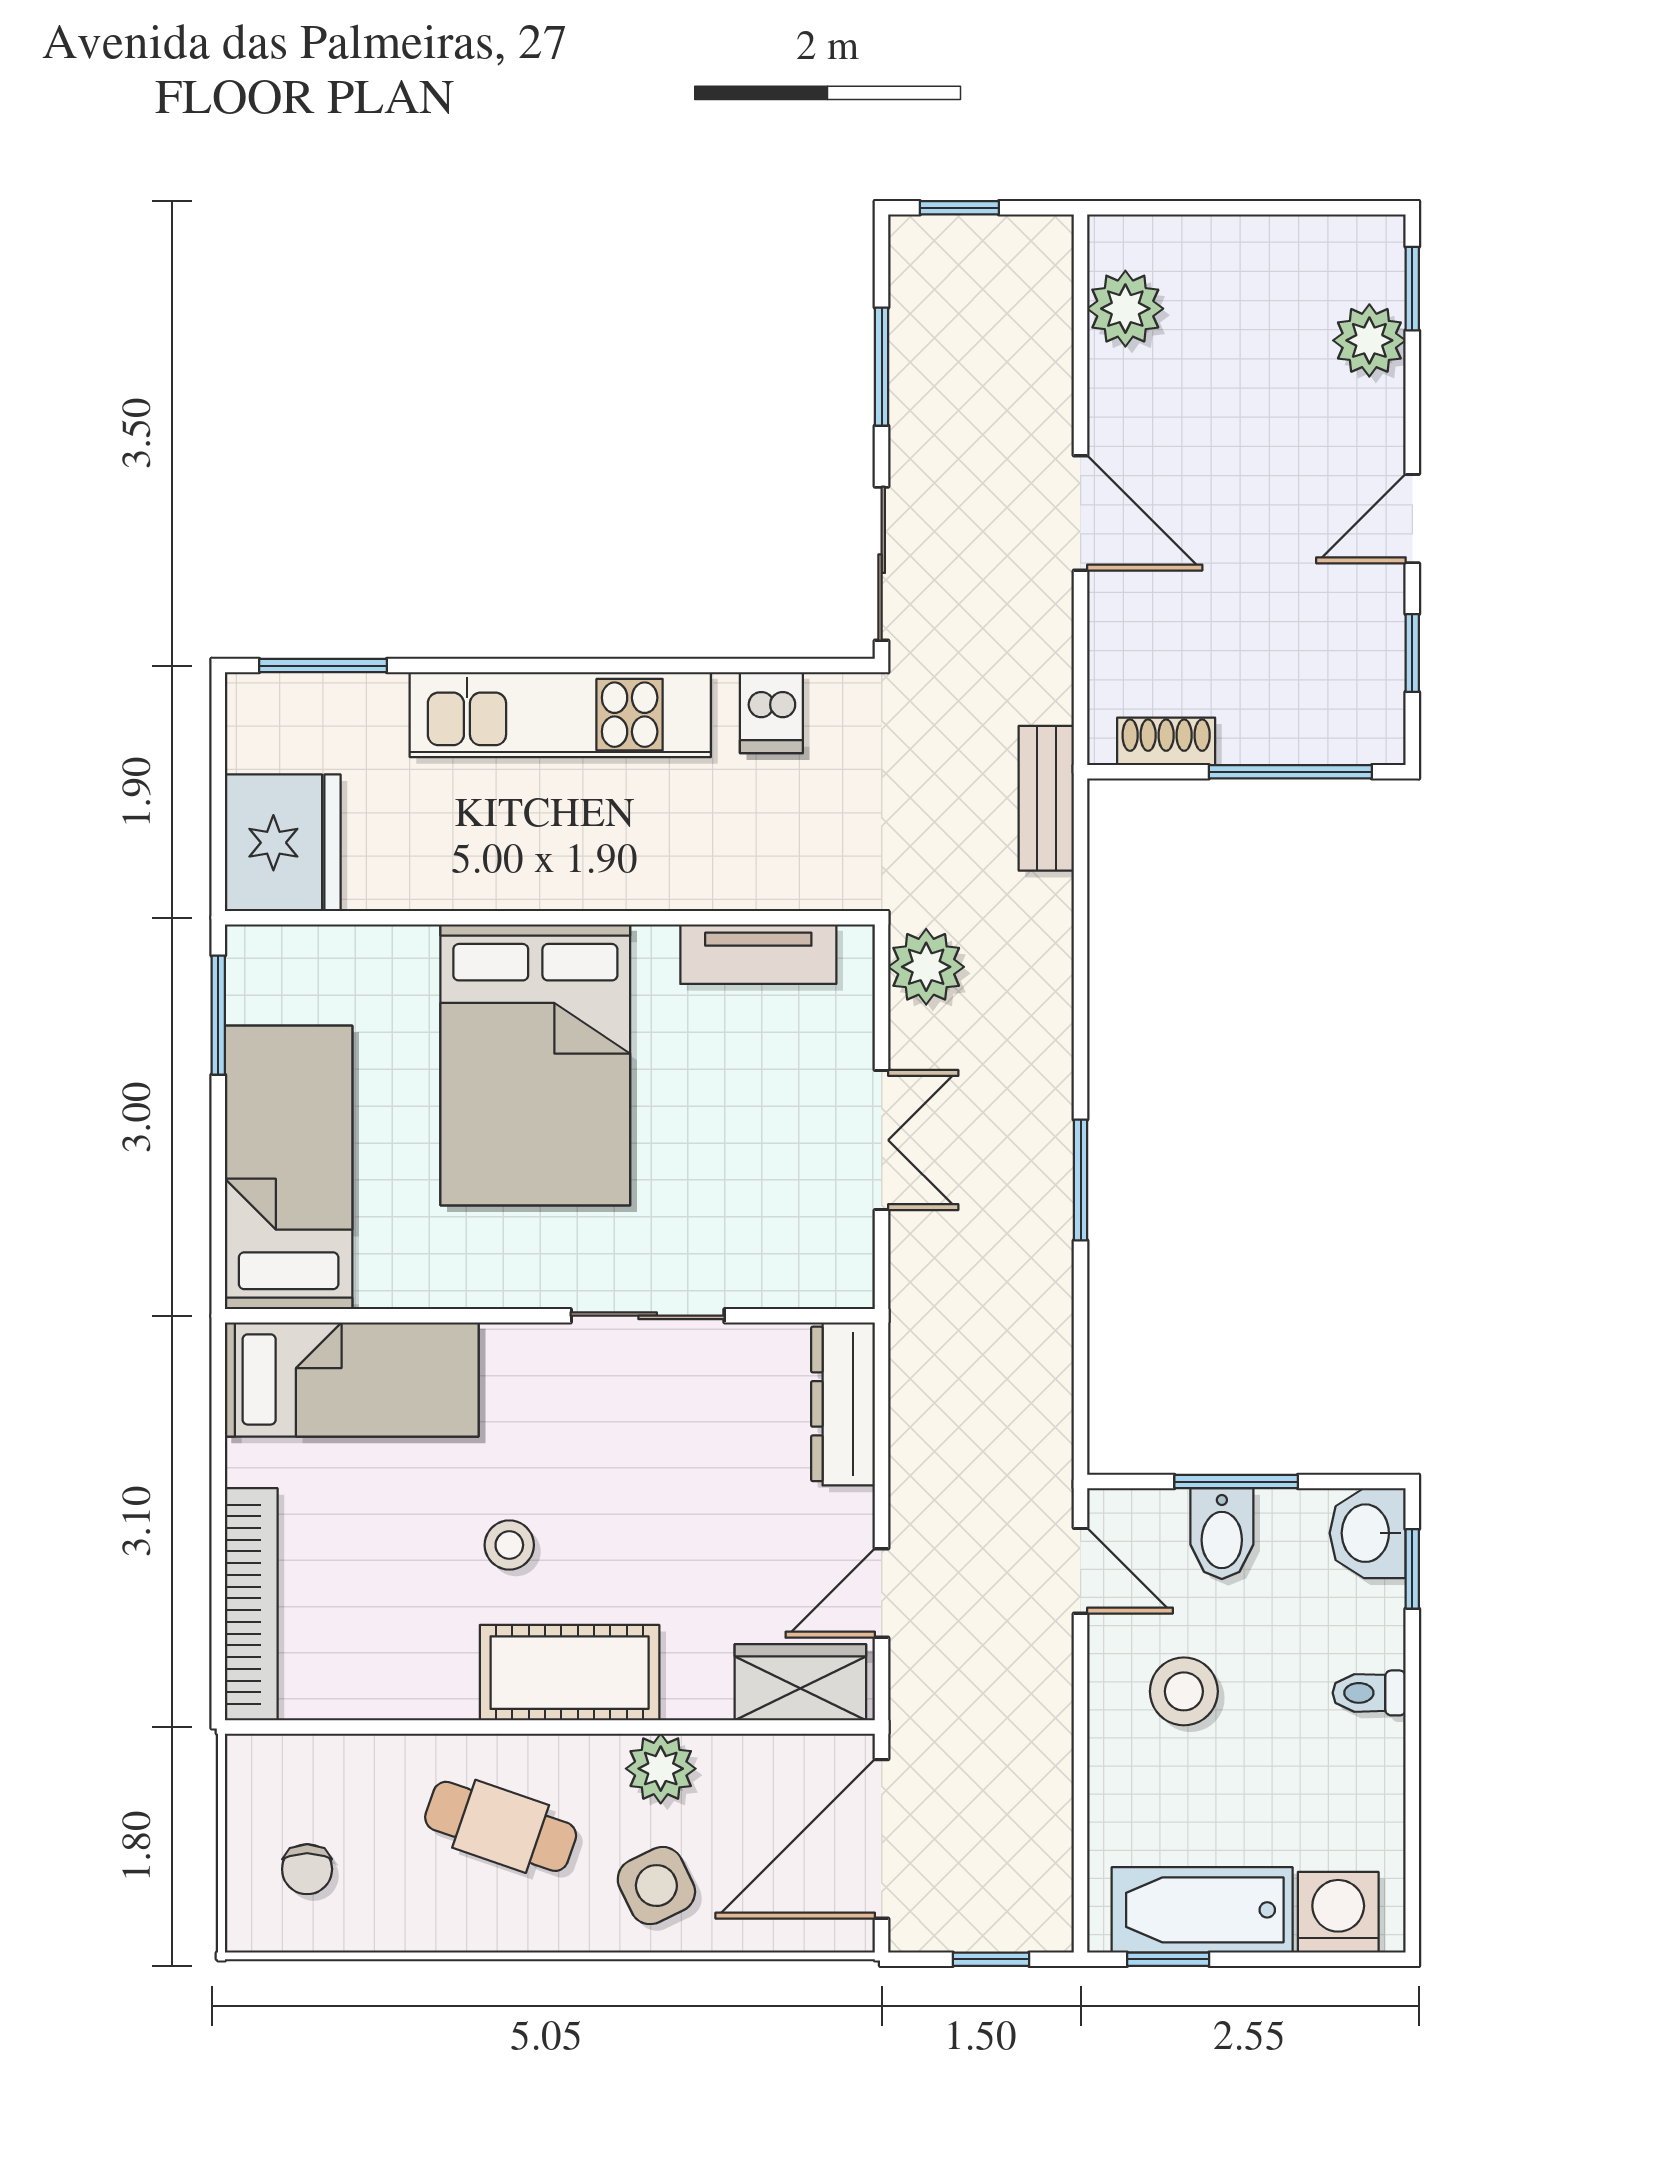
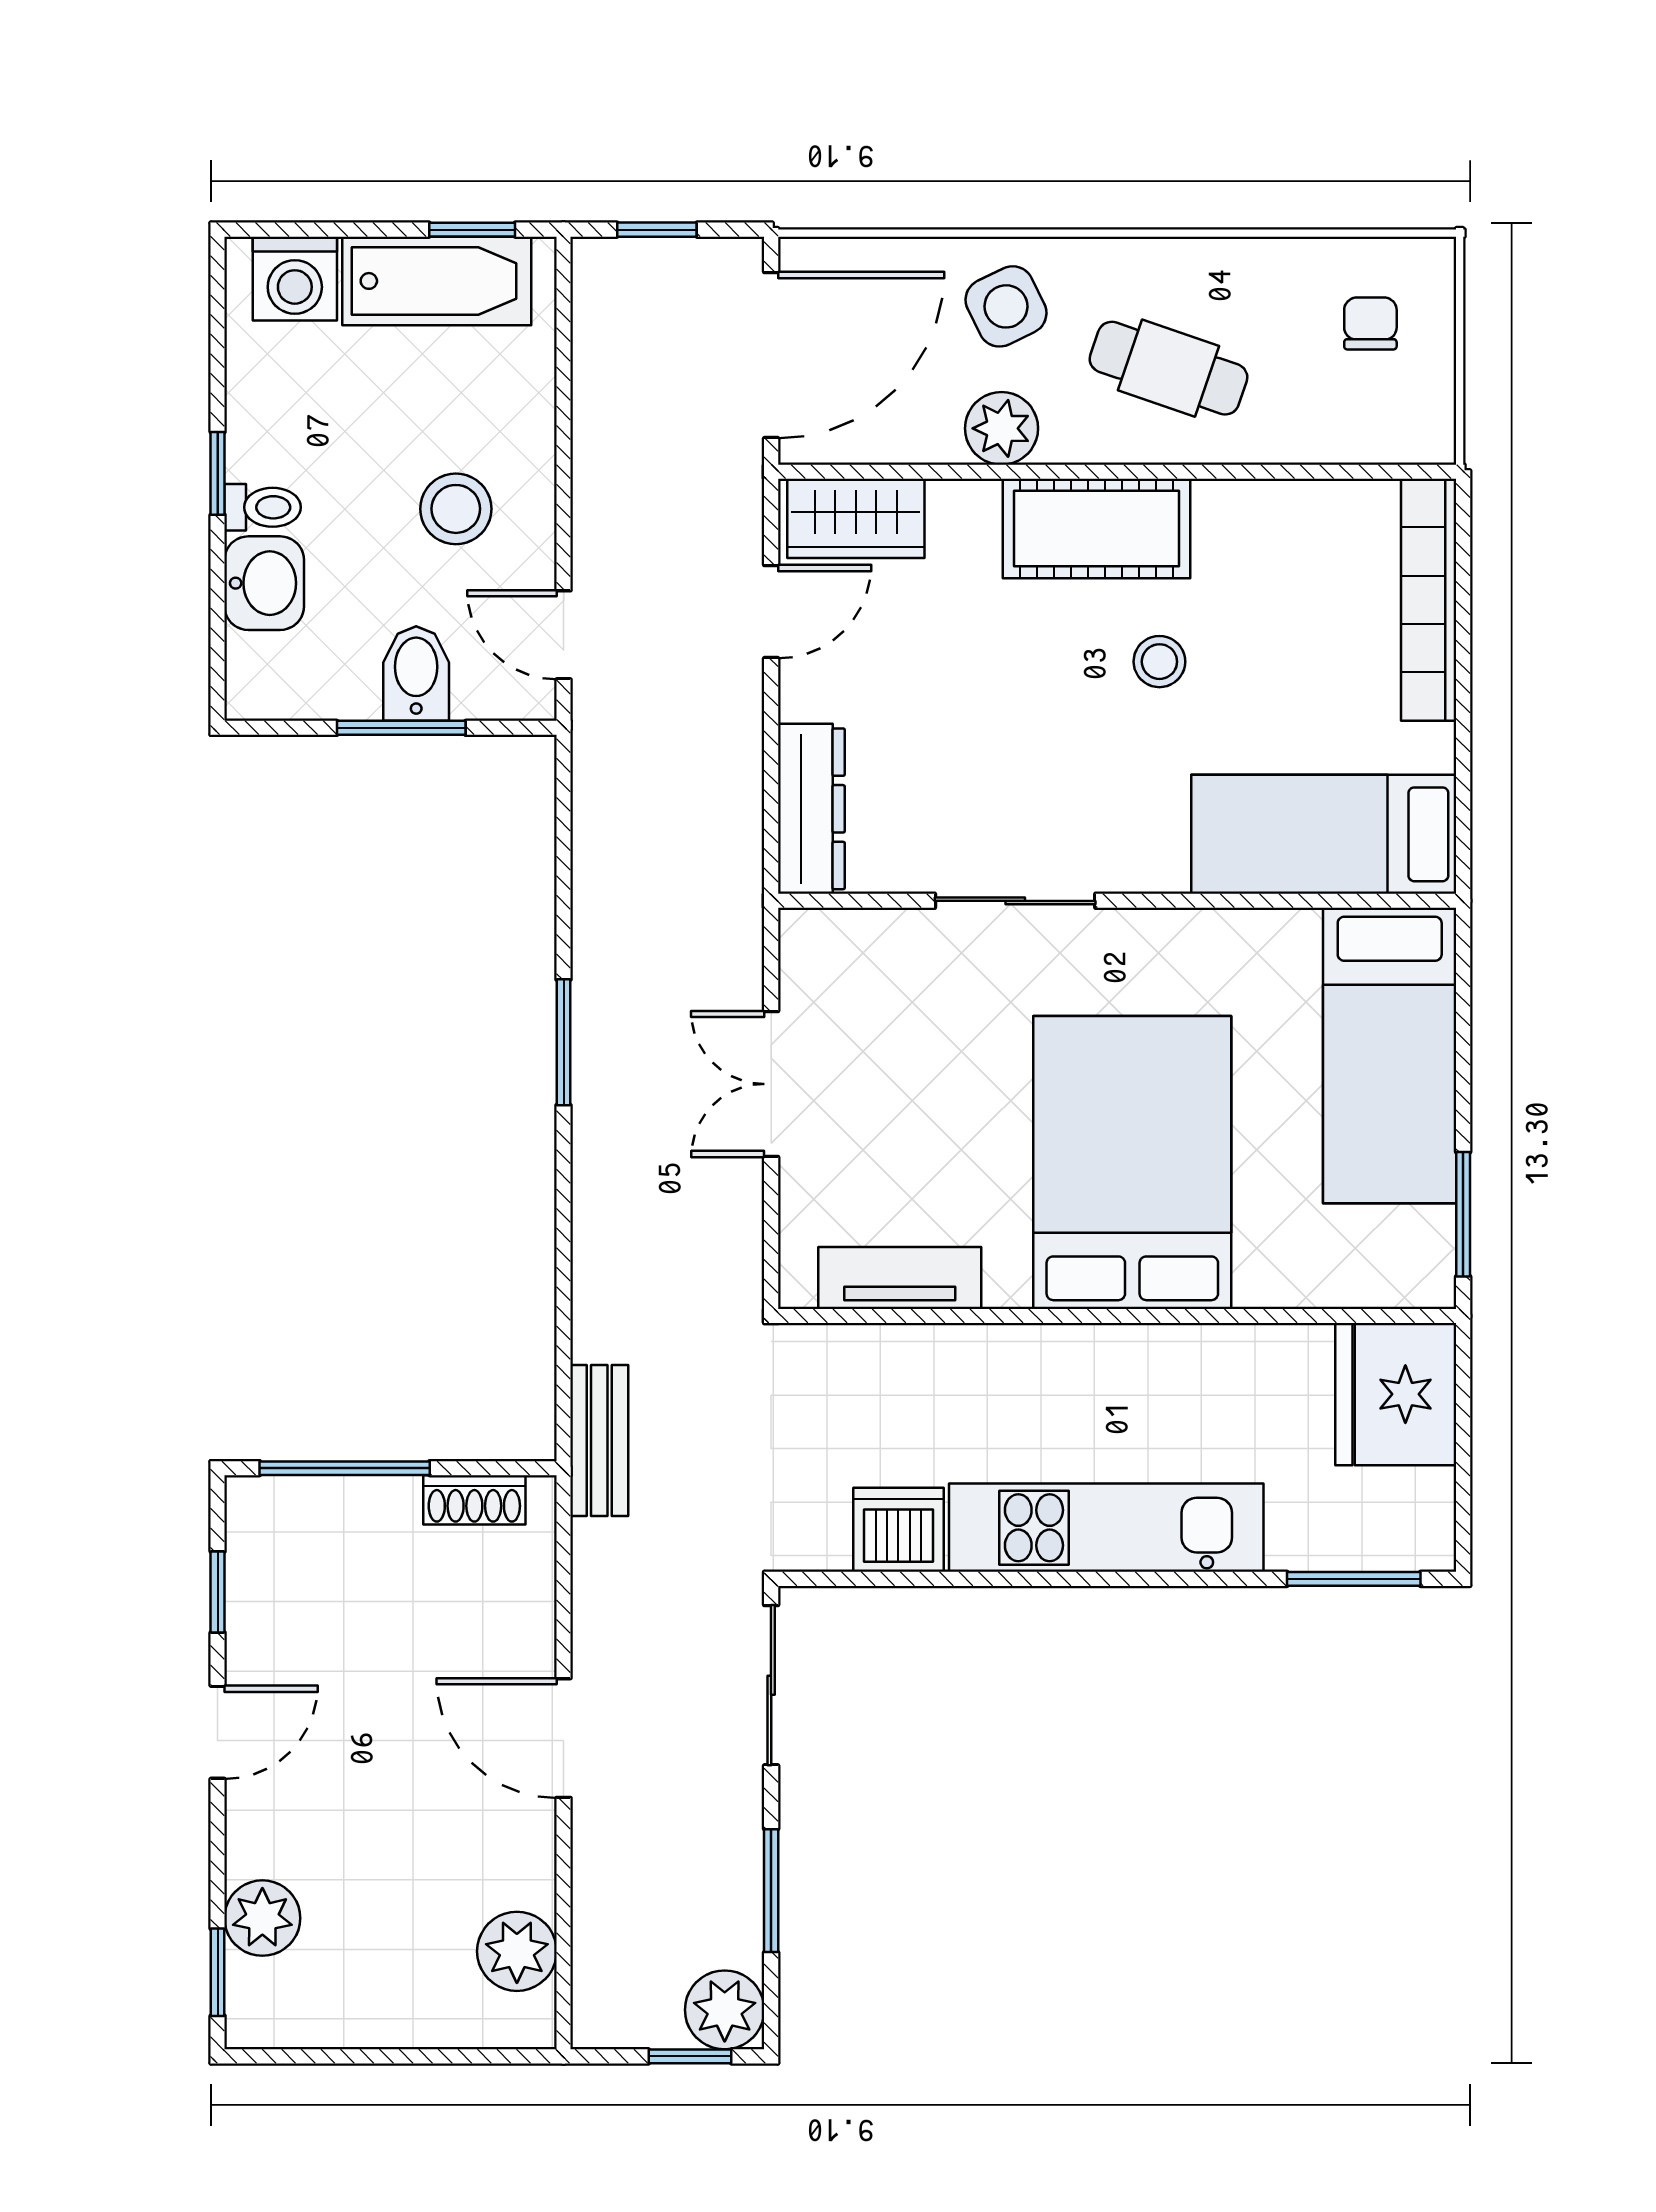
dishwasher: (771, 713) -> (898, 1530), width x1.38
plant: (926, 967) -> (725, 2010), moved
washbasin: (1368, 1533) -> (264, 583), moved
window: (1412, 1569) -> (218, 473), moved

